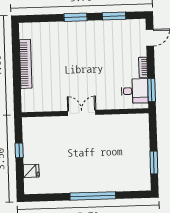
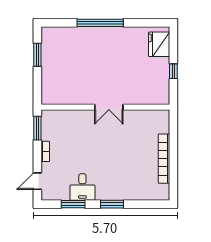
desk: (135, 91) -> (82, 187), moved, turned -90
fridge: (31, 171) -> (159, 44), width x1.88, depth x1.34

